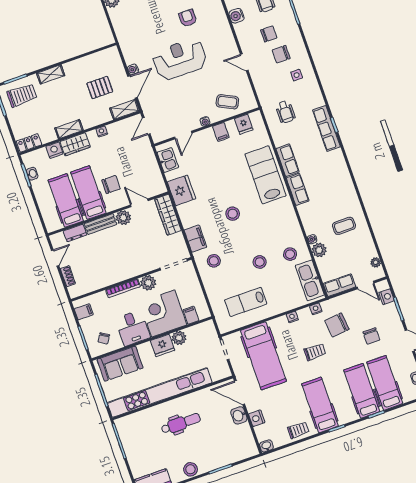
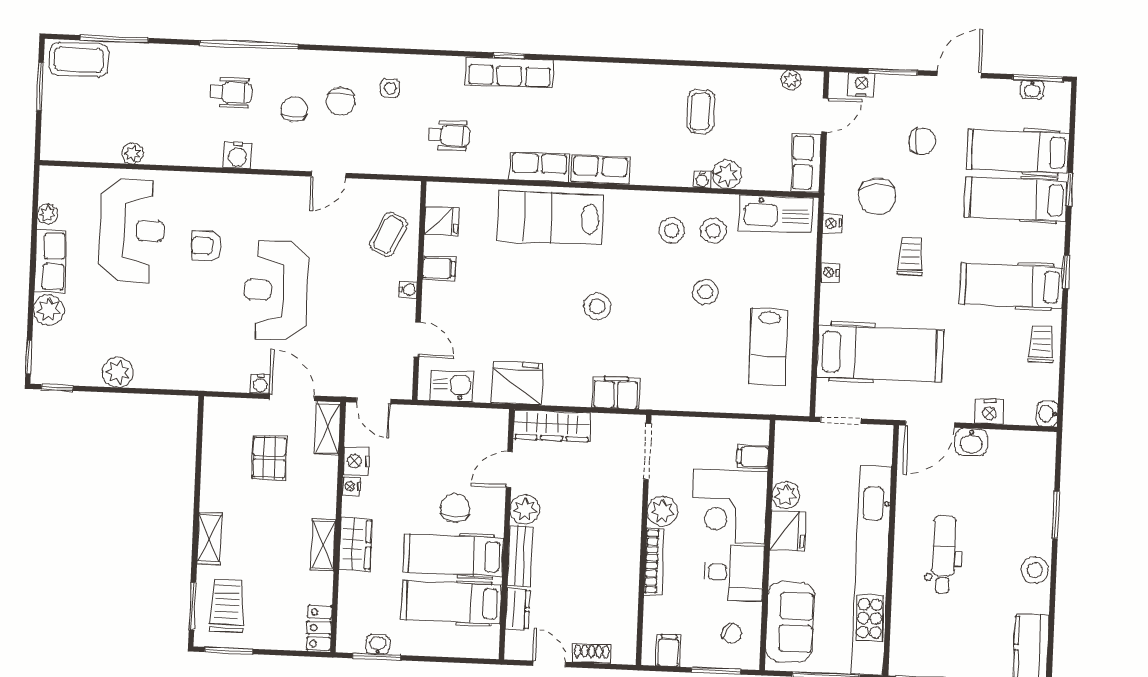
nightstand: (54, 150) -> (356, 461), moved
stool: (214, 261) -> (672, 230), moved

